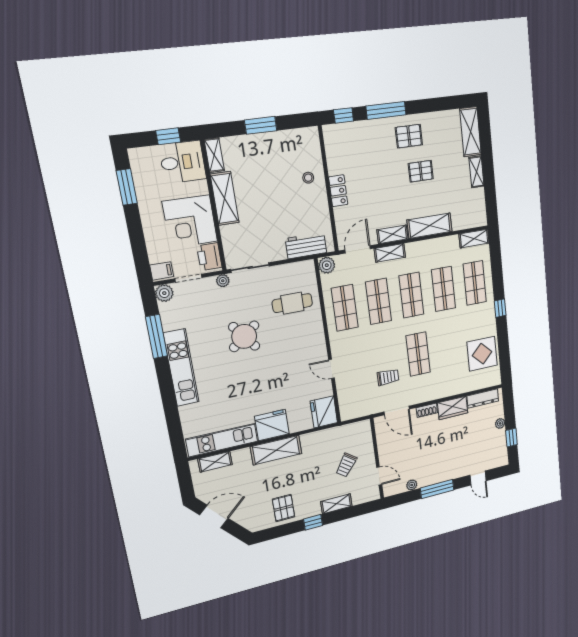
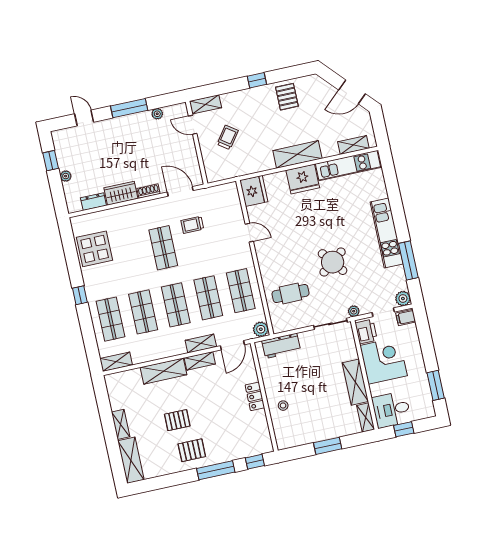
dresser: (483, 398) -> (93, 202), width x0.70
shelving: (336, 504) -> (205, 104), moved

